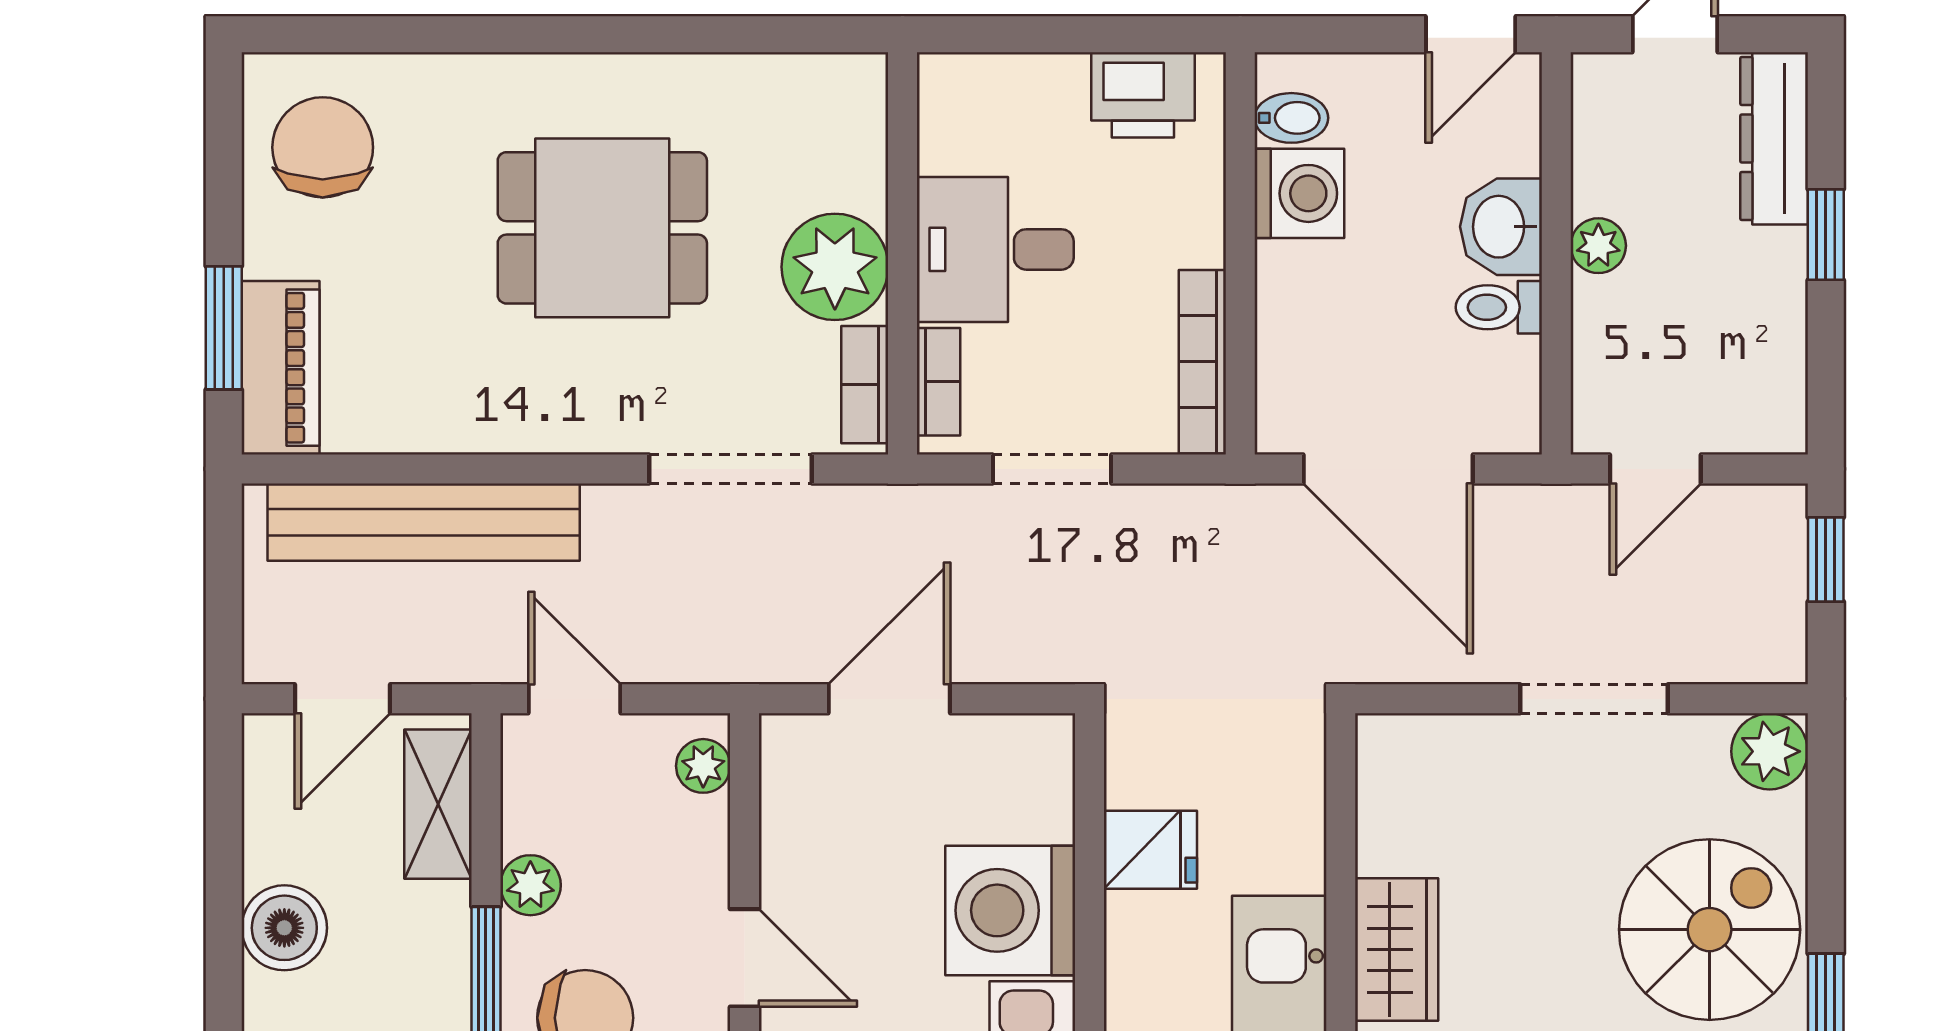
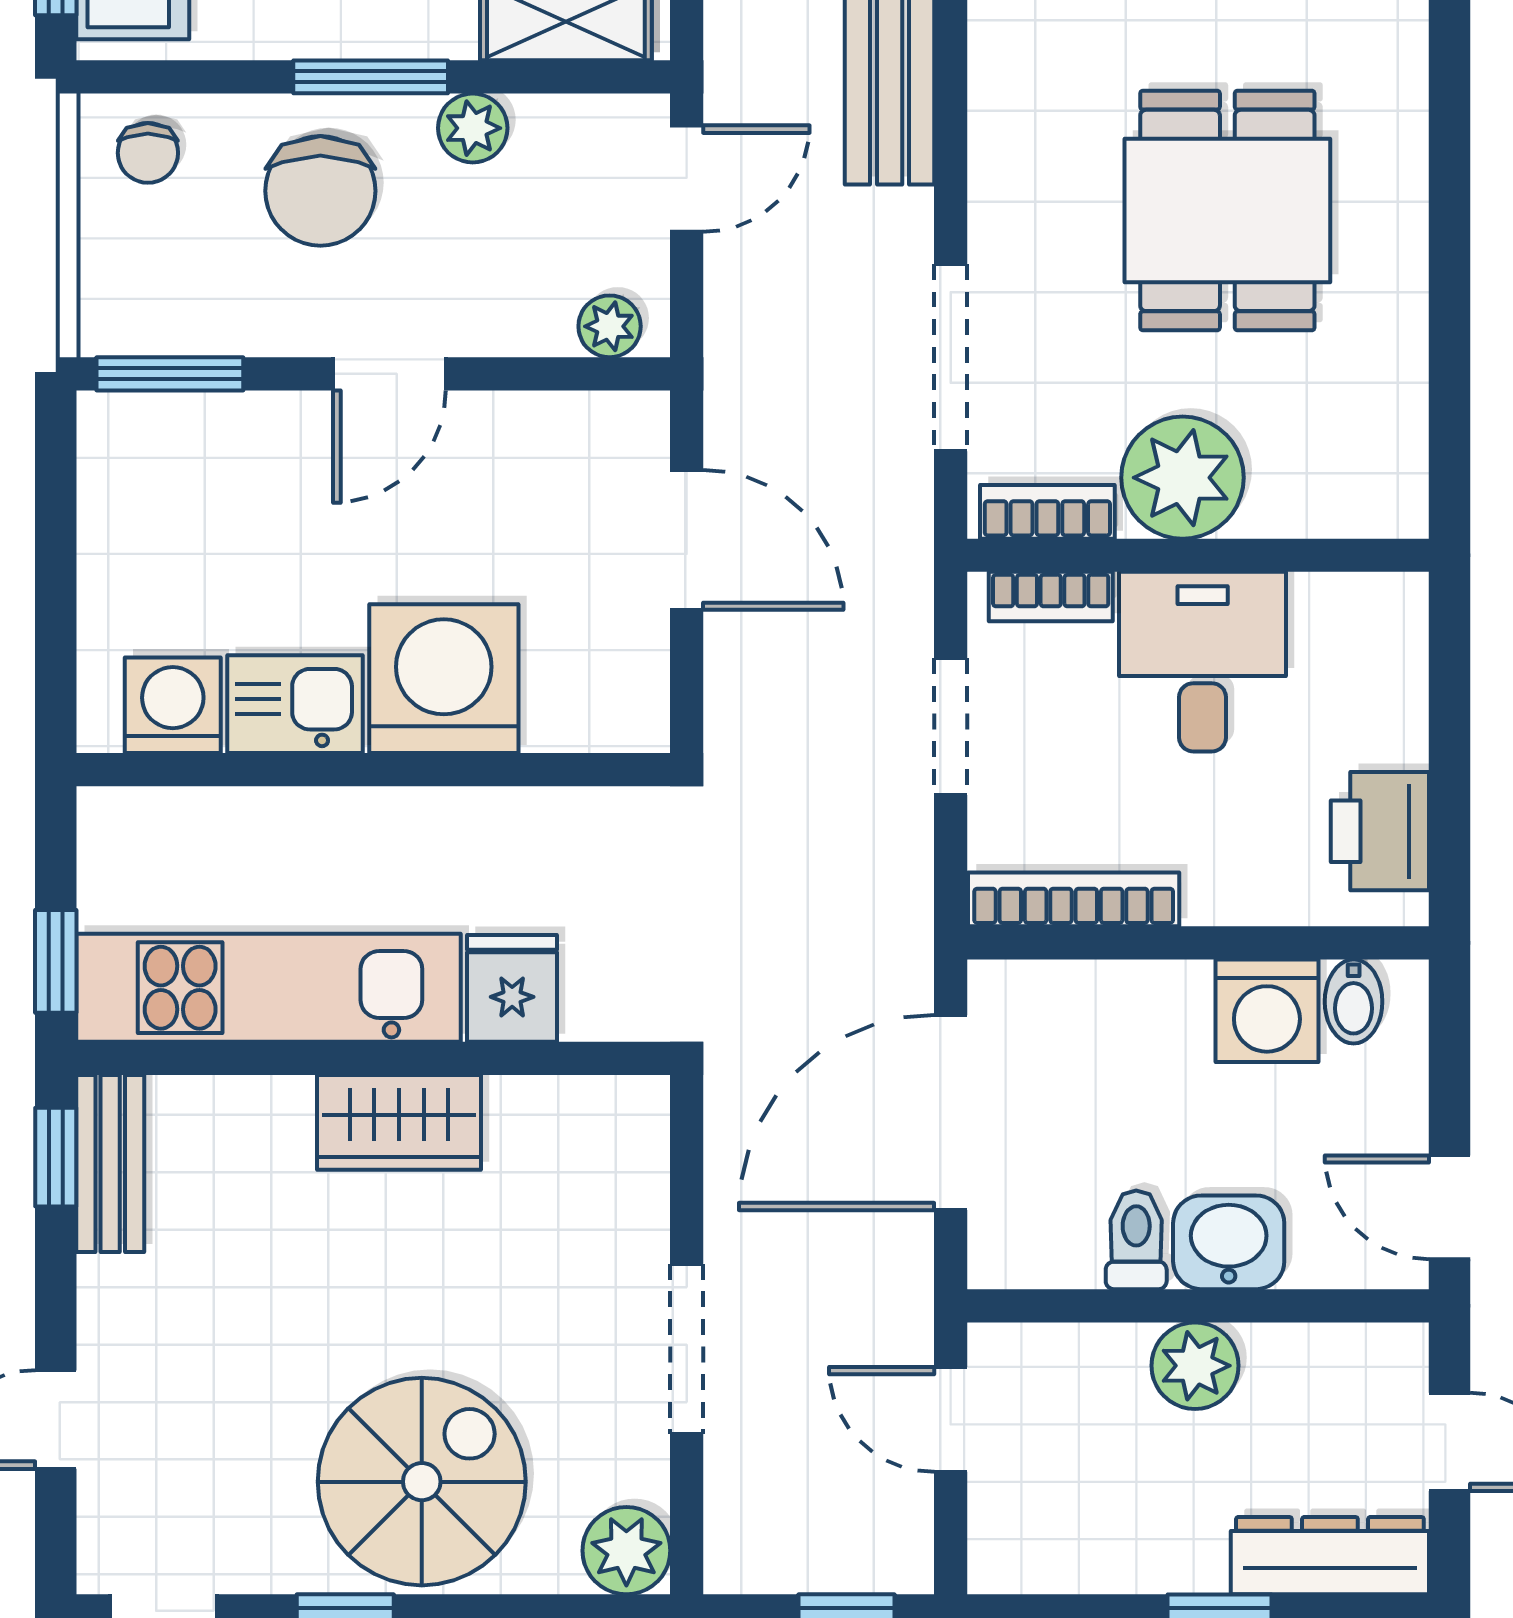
plant: (1598, 246) -> (1195, 1366), width x1.38, depth x1.38
fridge: (1150, 850) -> (512, 988), moved, turned 180
spiral stairs: (1710, 930) -> (422, 1482), turned -90

